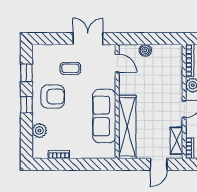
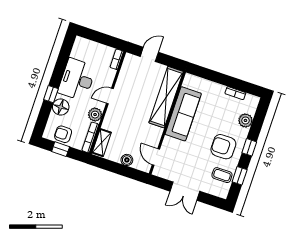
double door: (88, 39) -> (185, 191), moved
coffee table: (70, 68) -> (222, 175), moved
shelving: (177, 141) -> (102, 143), moved

